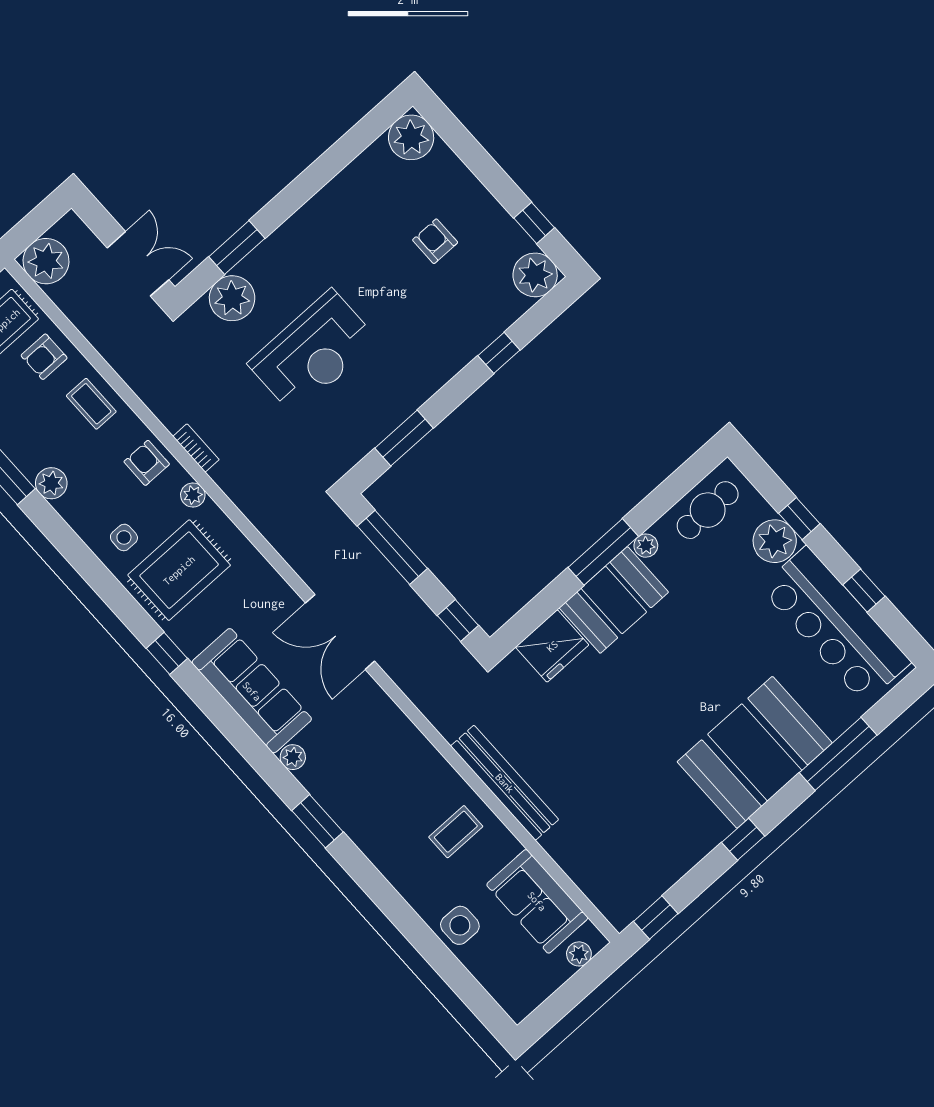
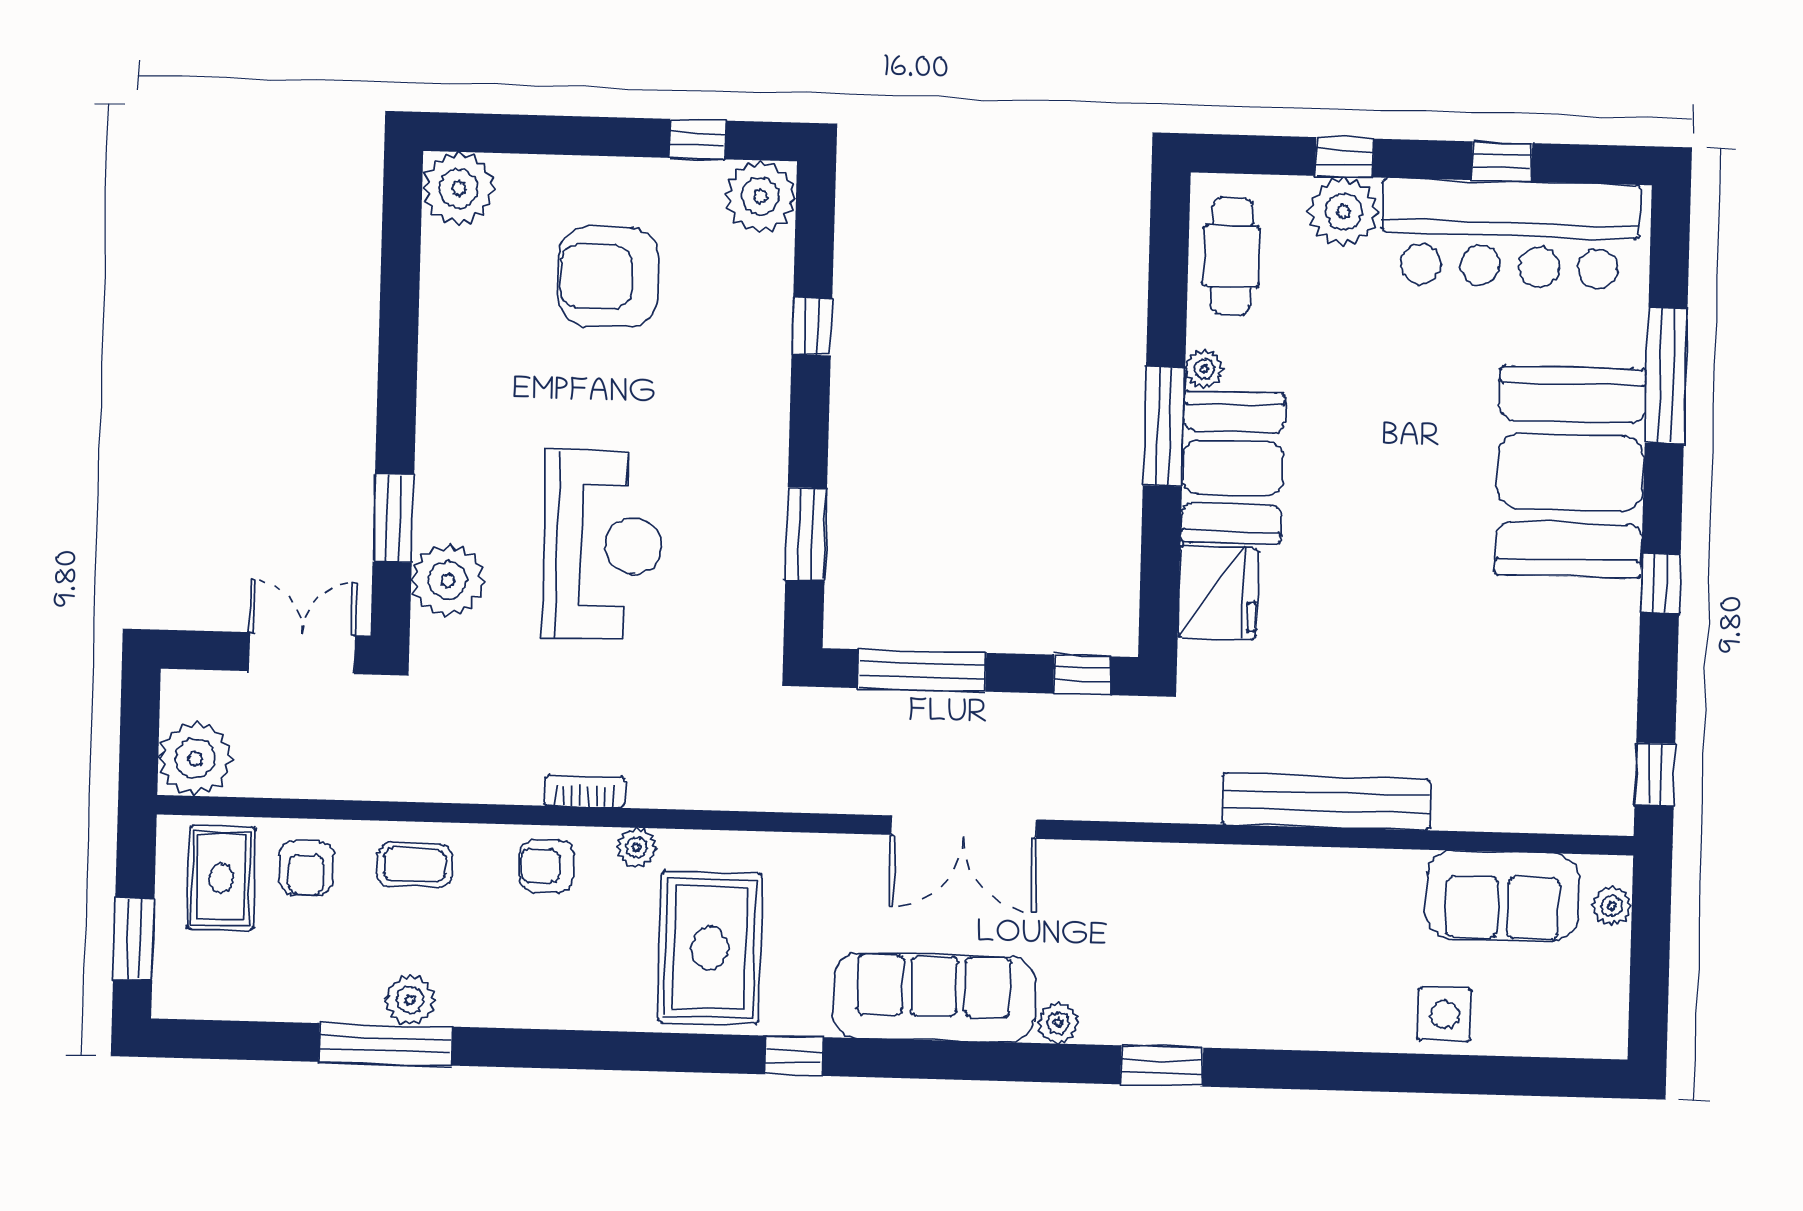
armchair: (435, 241) -> (608, 277), width x1.88, depth x1.88
plant: (51, 483) -> (410, 1000), moved
side table: (124, 537) -> (609, 977), removed
coffee table: (456, 832) -> (1329, 914), removed

